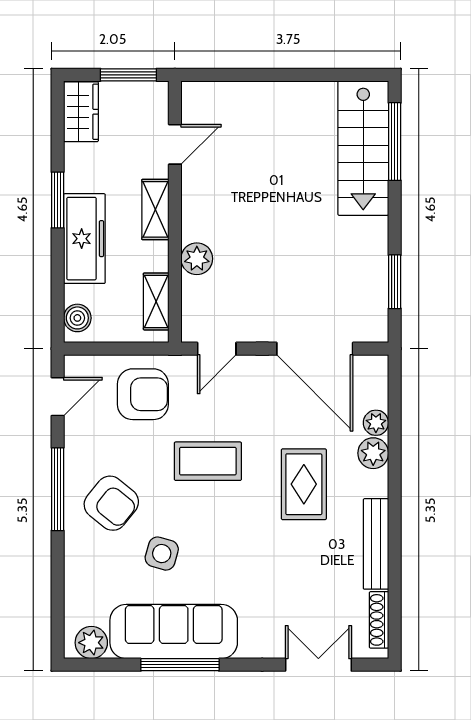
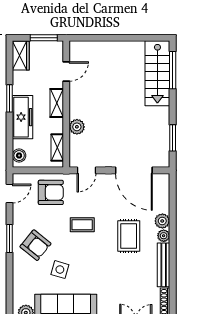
plant: (376, 423) -> (164, 236), moved
coffee table: (208, 461) -> (82, 225), width x0.73, depth x0.77
window: (58, 489) -> (9, 238), width x0.69

